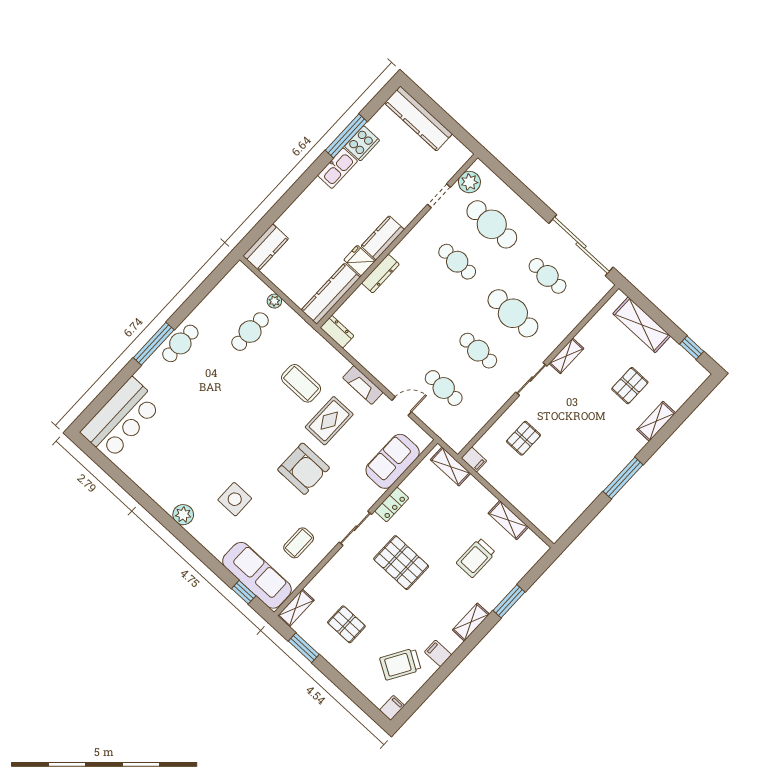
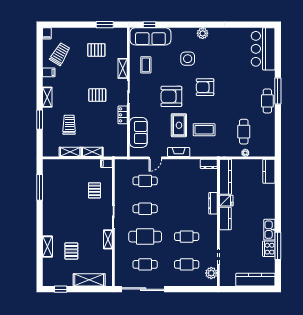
cafe table: (492, 224) -> (187, 264), width x0.73, depth x0.74
armchair: (247, 439) -> (205, 87), added
shelving: (450, 466) -> (92, 152), moved
window: (623, 478) -> (40, 187), moved
pallet: (401, 563) -> (97, 95), width x0.67, depth x0.71
shelving: (296, 608) -> (123, 68), moved

